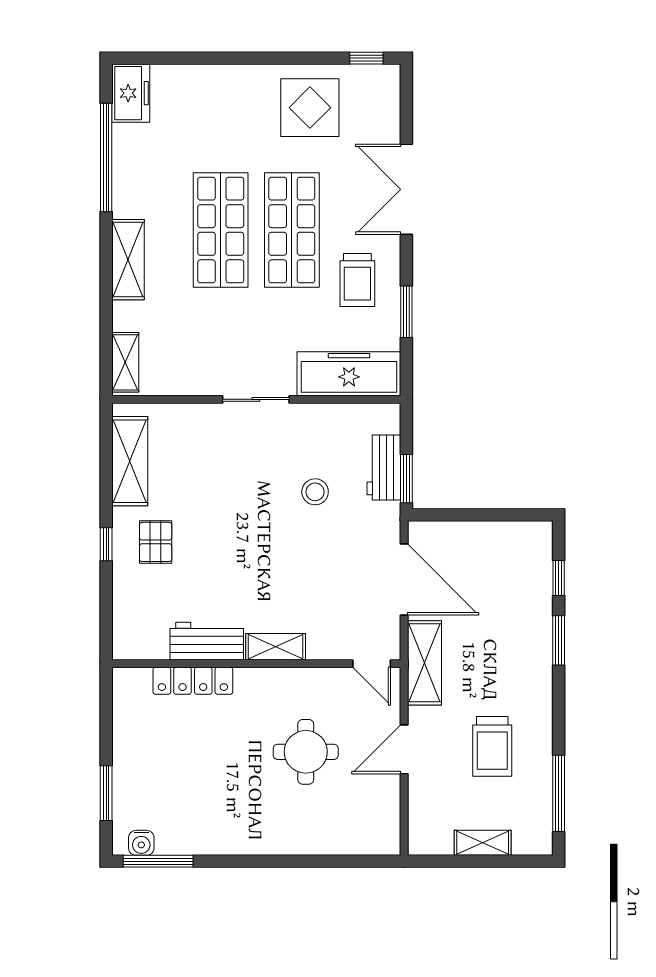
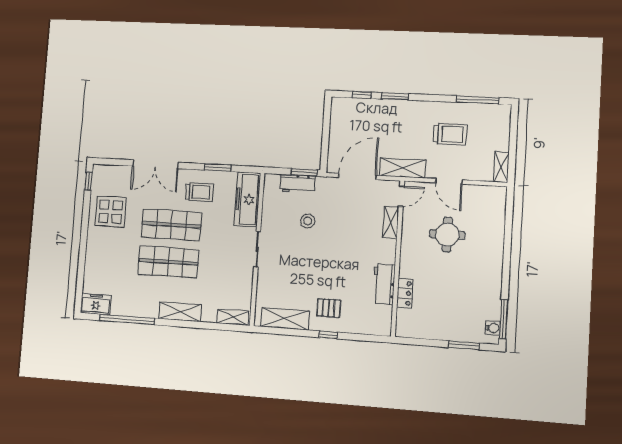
shelving: (276, 647) -> (391, 222), moved
locker: (193, 681) -> (405, 293), width x0.66
shelving: (483, 843) -> (501, 167), moved

